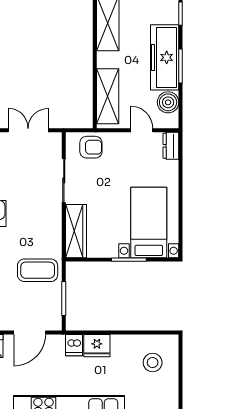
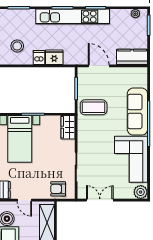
double door: (28, 130) -> (100, 200), swing flipped
wardrobe: (76, 231) -> (68, 127), width x0.67
door: (30, 333) -> (99, 66), hinge flipped
dishwasher: (74, 345) -> (39, 58), moved

